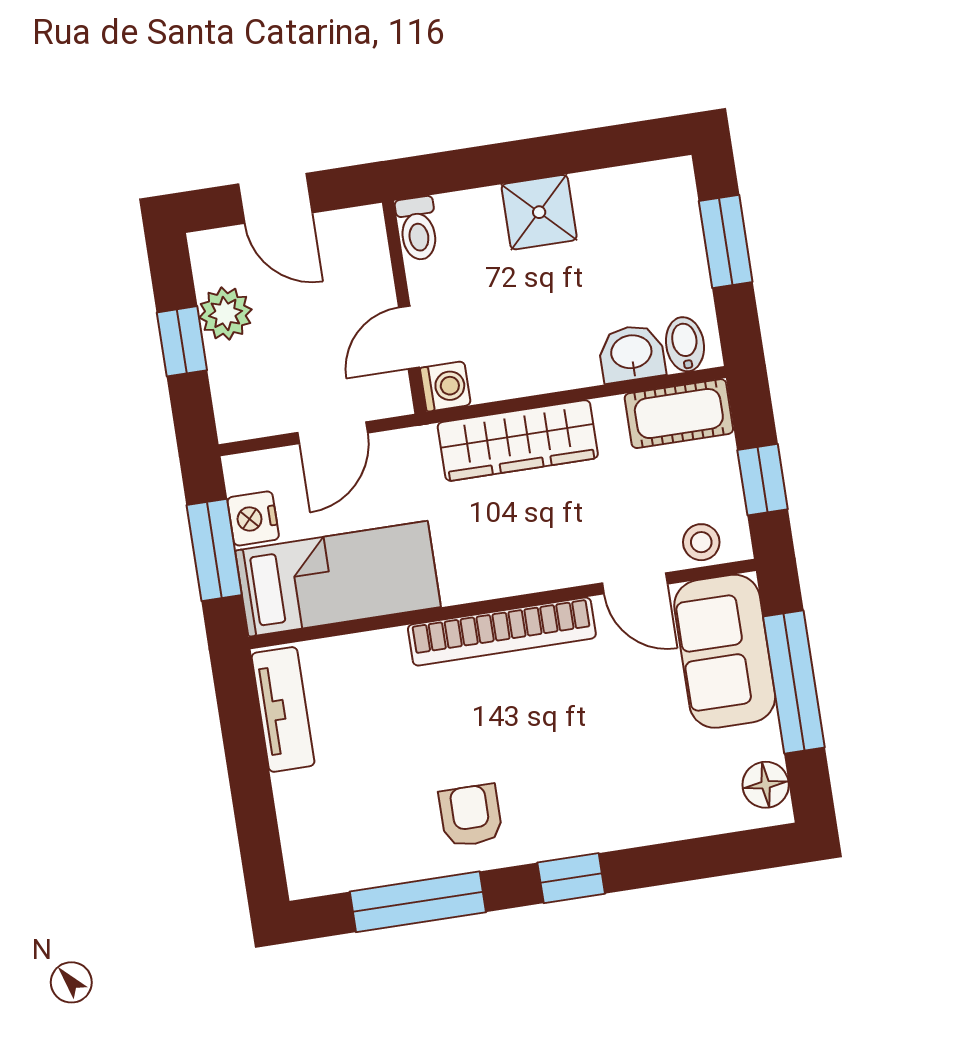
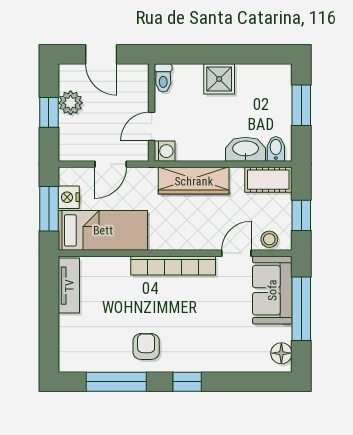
washbasin: (632, 353) -> (246, 149), width x1.38
door: (635, 583) -> (236, 253), swing flipped

